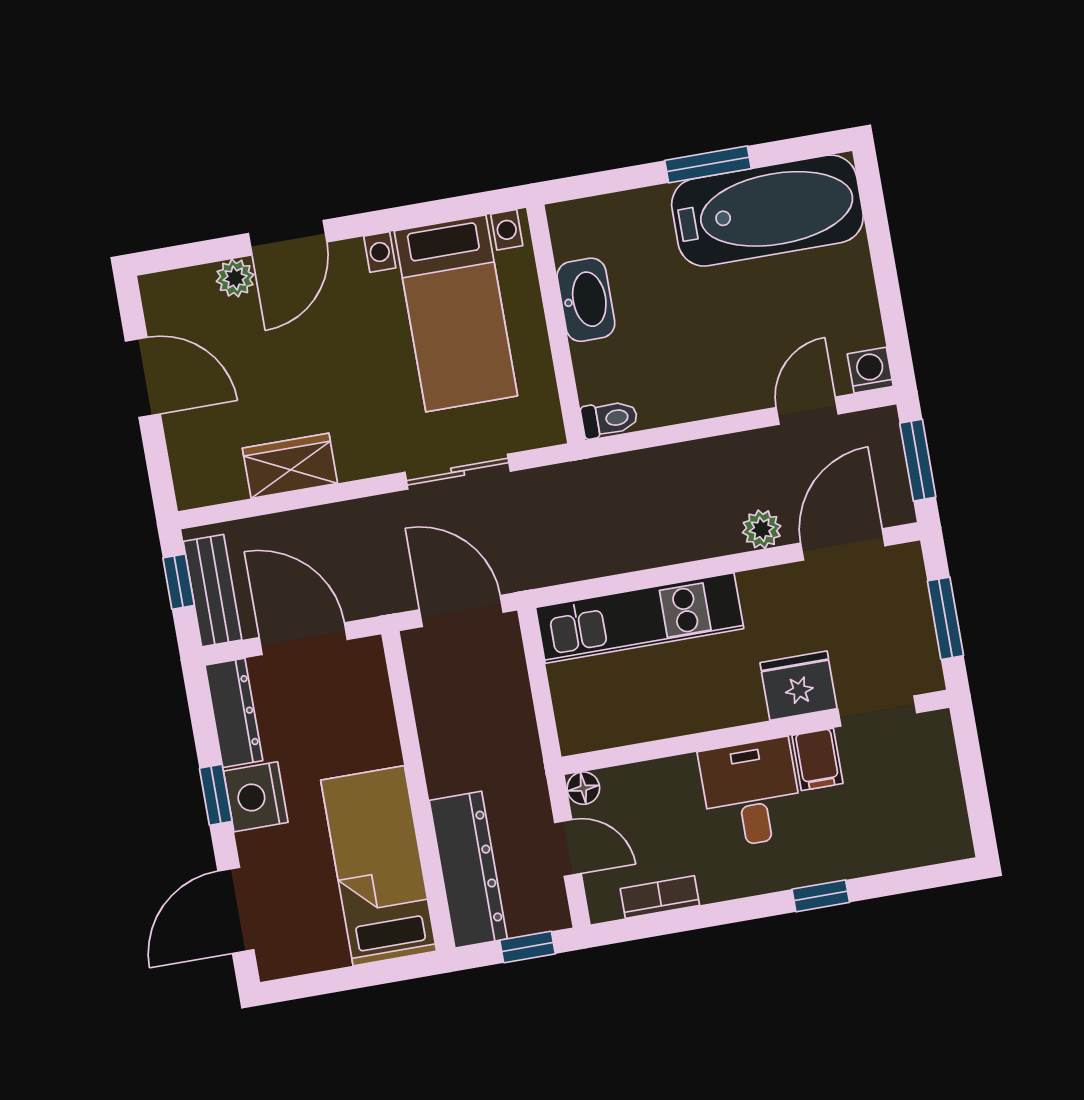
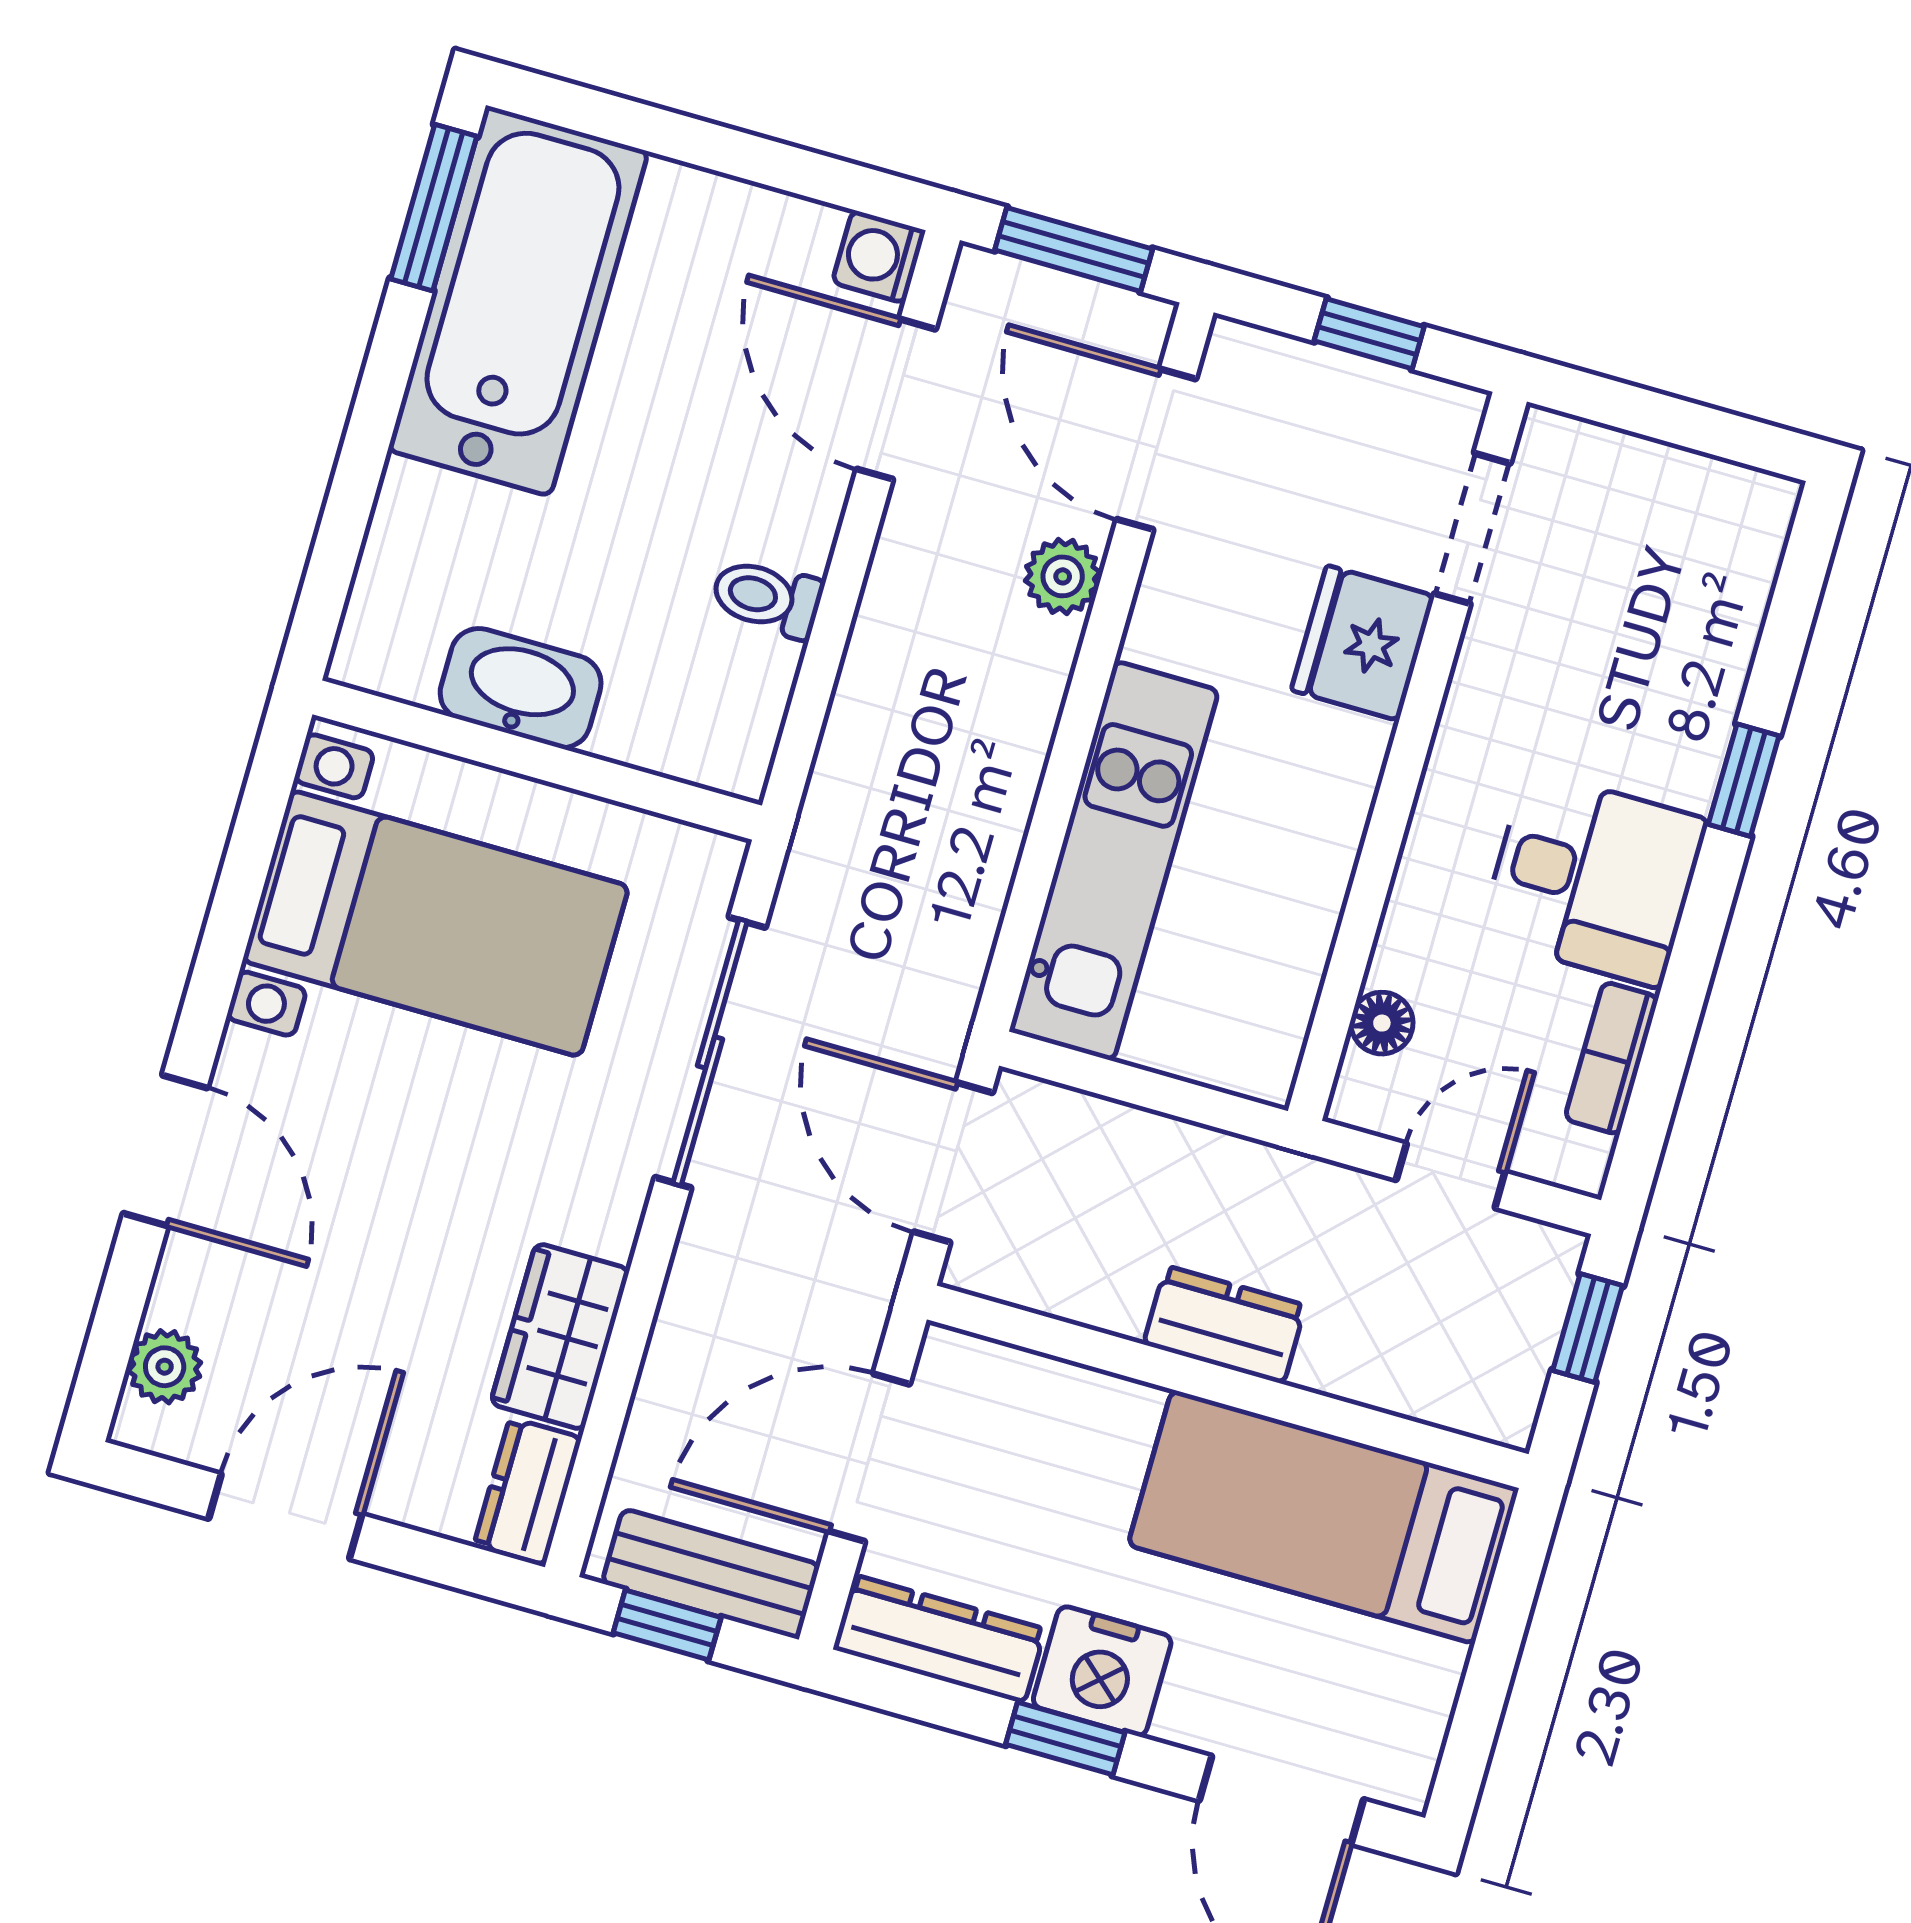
window: (708, 164) -> (434, 208), moved
plant: (235, 278) -> (165, 1367), moved
door: (807, 411) -> (896, 399), width x1.38
toilet: (609, 419) -> (767, 598), moved, turned -90
sliding door: (458, 472) -> (710, 1052), width x1.37
dresser: (210, 486) -> (528, 1491), added
door: (461, 611) -> (953, 1162), hinge flipped
window: (945, 618) -> (1369, 334), width x0.67
filing cabinet: (817, 759) -> (1506, 672), removed
floor lamp: (583, 788) -> (1382, 1023), moved
desk: (751, 793) -> (1593, 879), moved, turned 180
dresser: (468, 870) -> (1225, 1325), moved, width x0.51, depth x0.80

